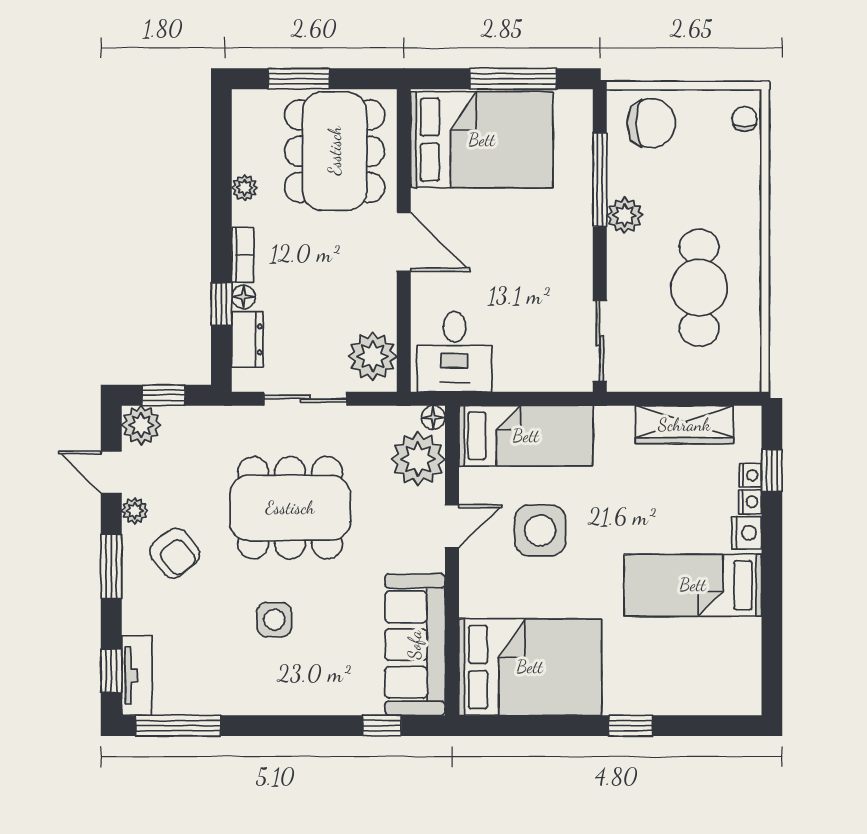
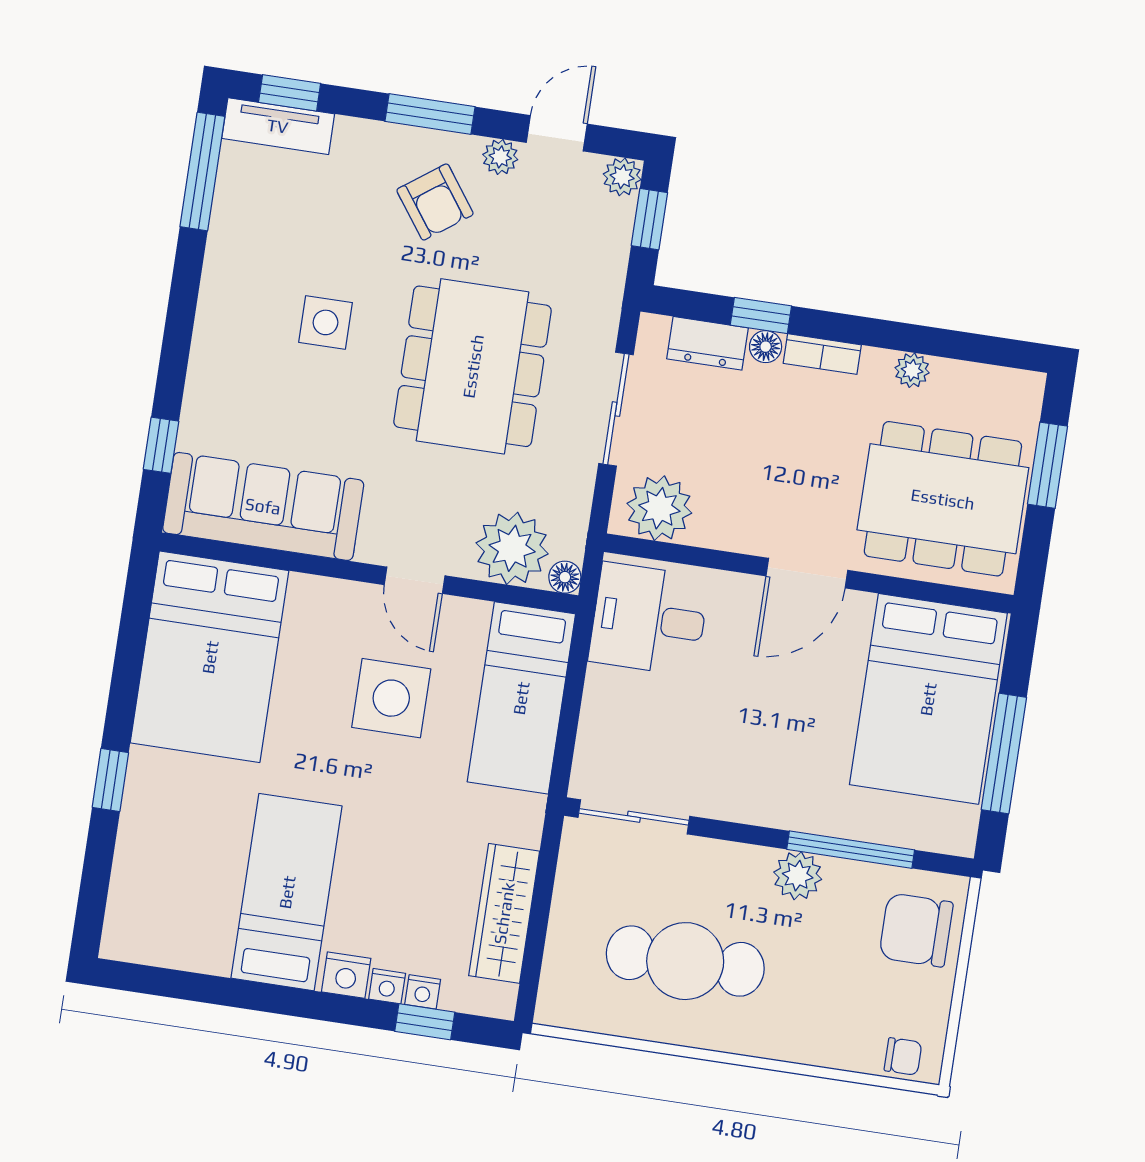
chair: (651, 123) -> (916, 930), turned 90
plant: (141, 425) -> (622, 177), width x0.73, depth x0.73
armchair: (175, 553) -> (435, 202), turned -87

